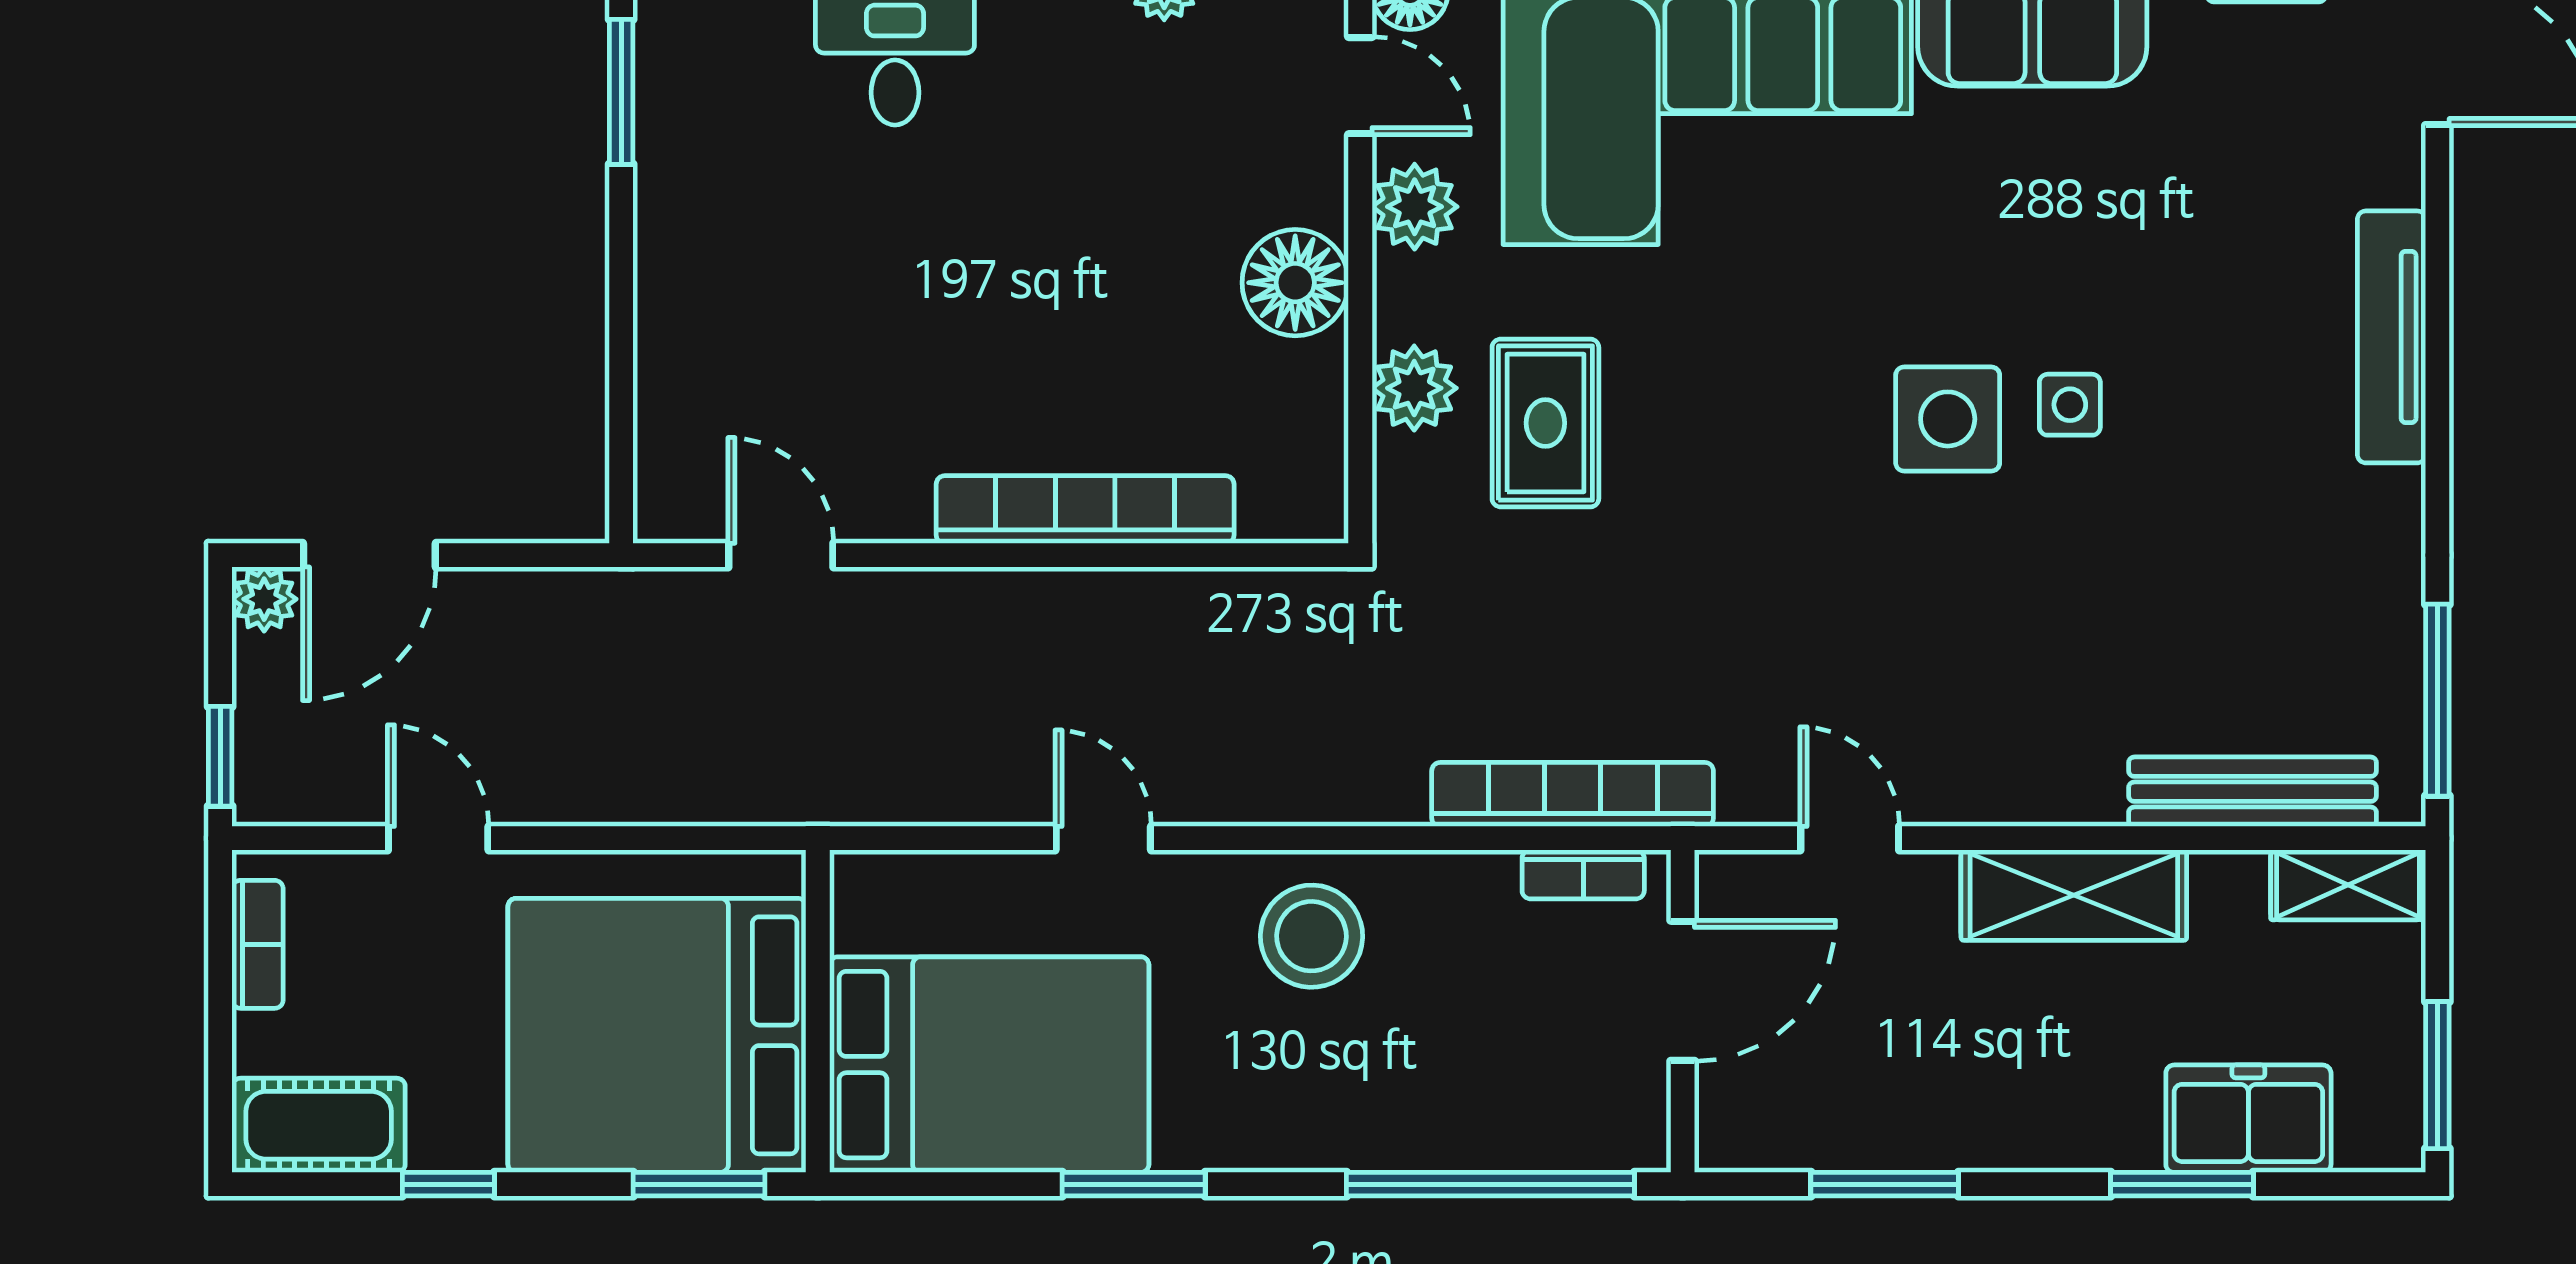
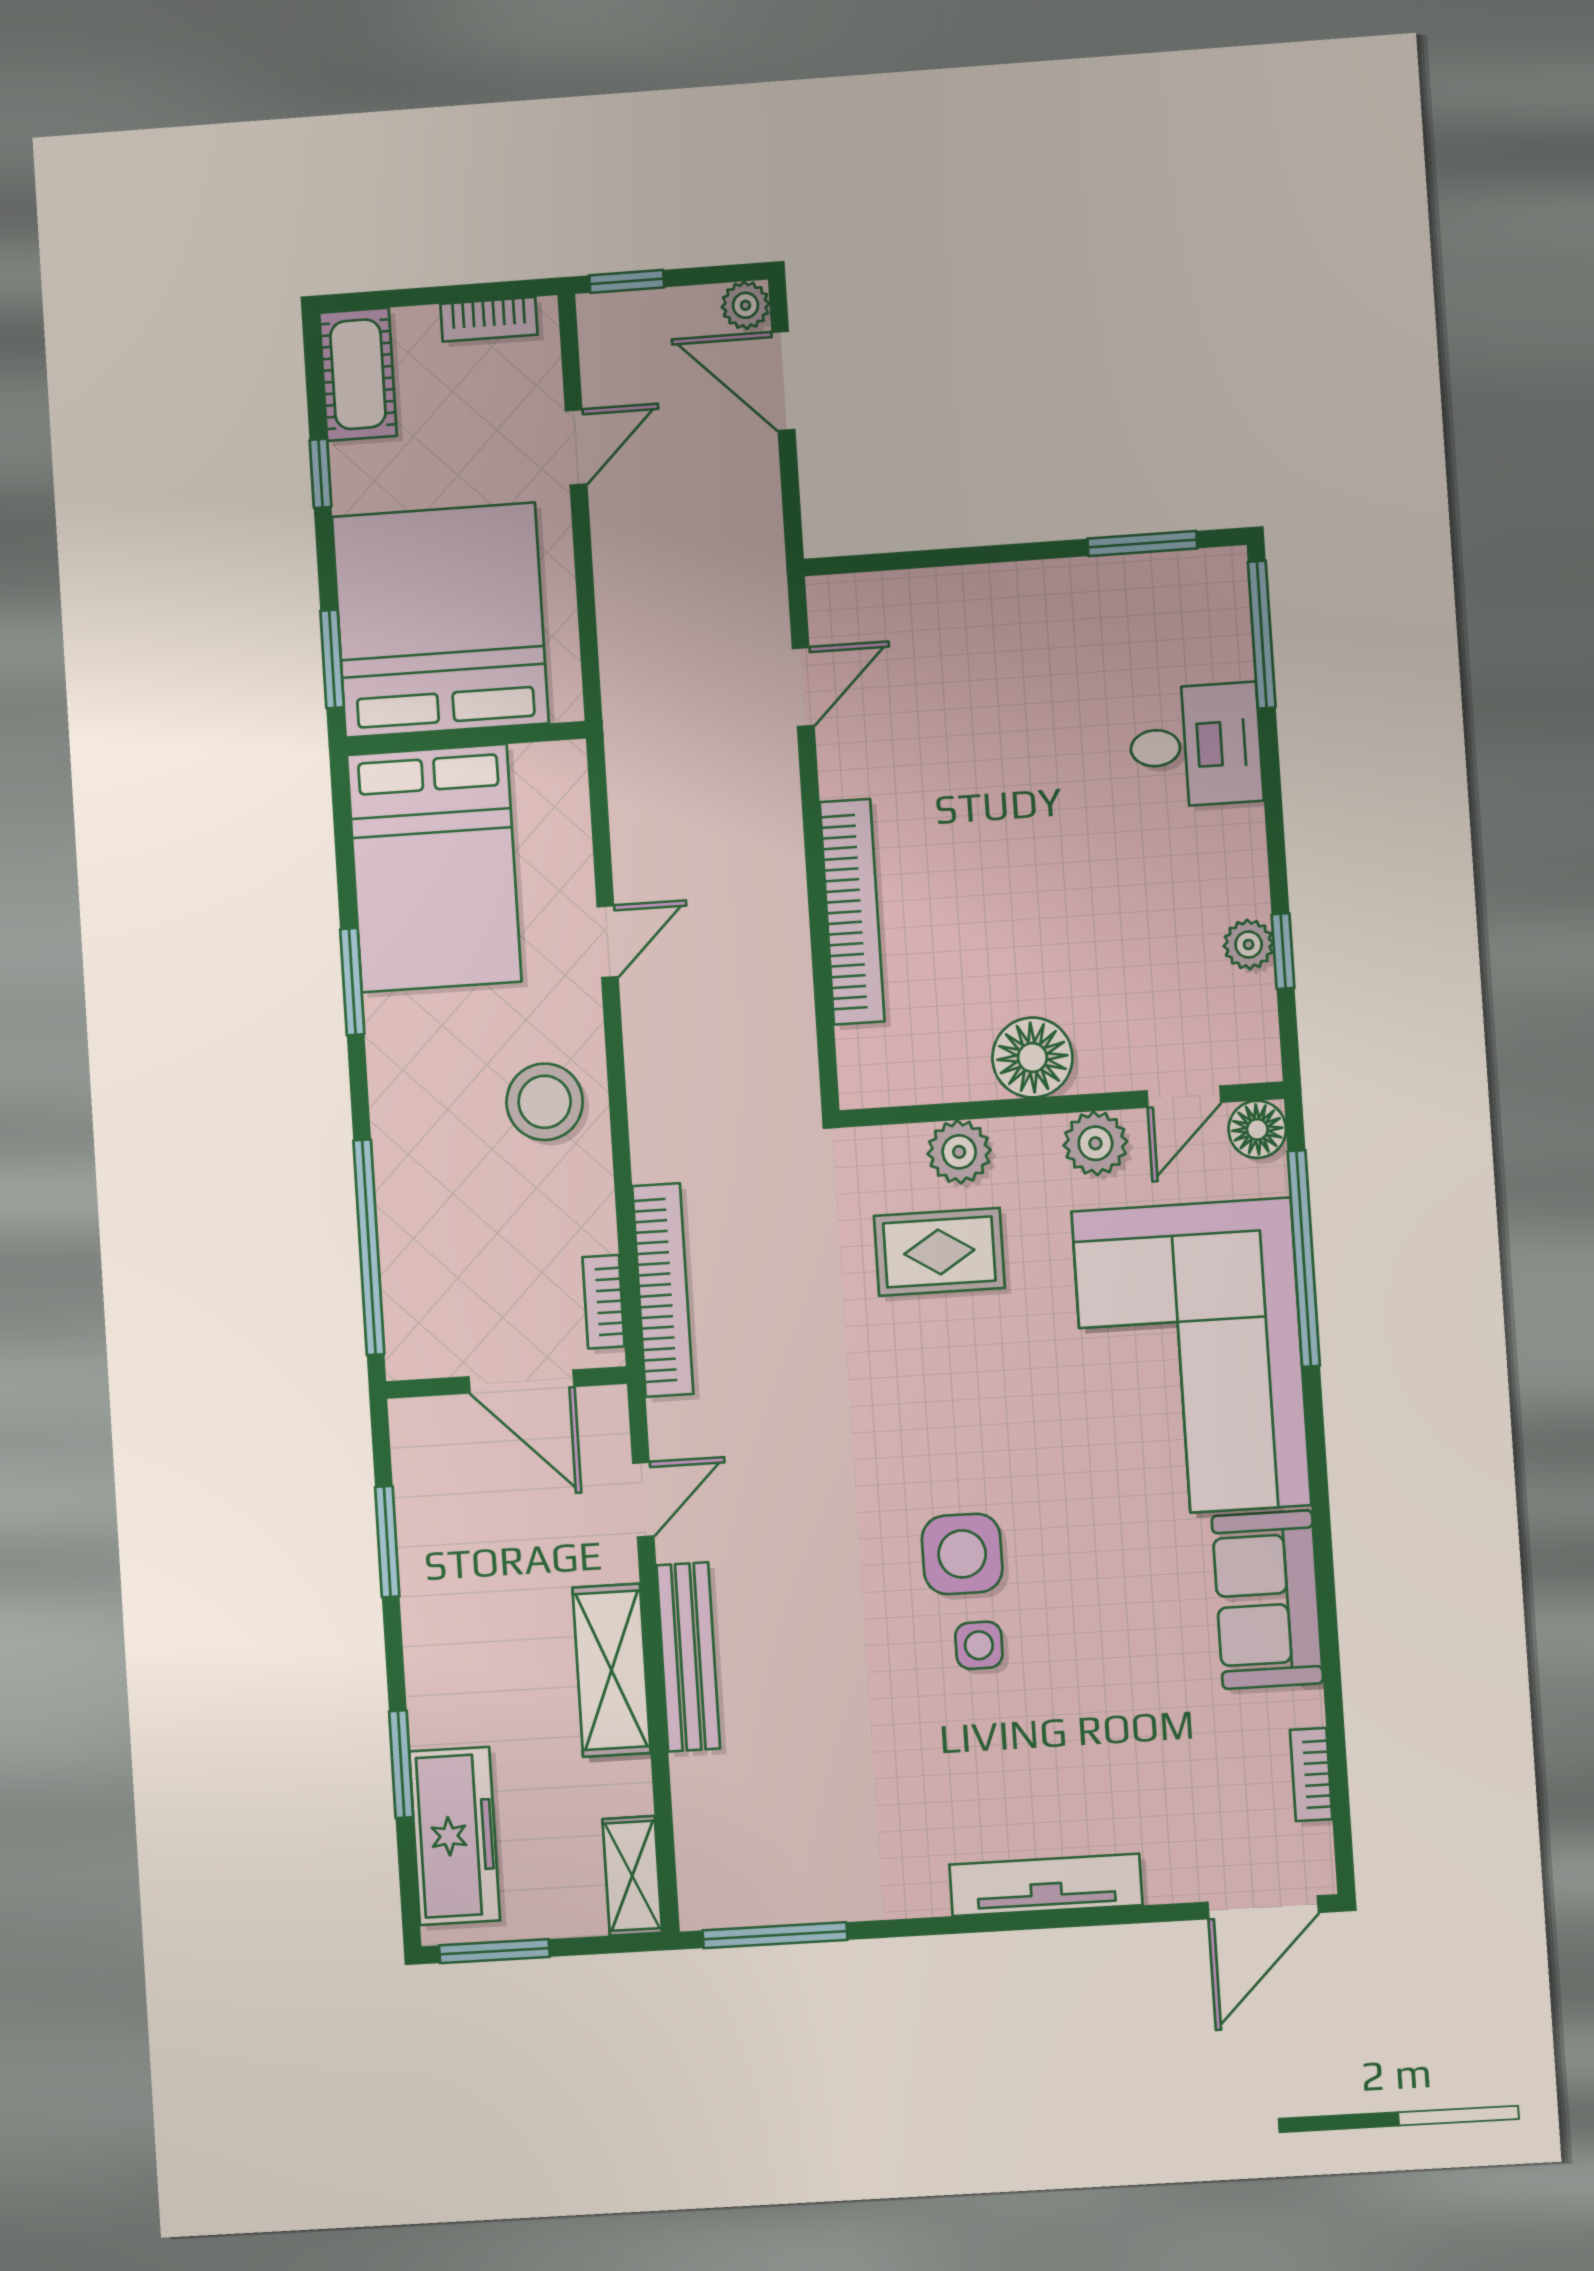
bench: (2252, 792) -> (688, 1657), moved
freezer: (2248, 1119) -> (455, 1836), width x1.40

